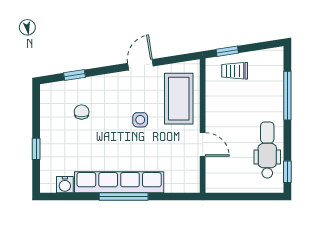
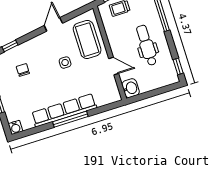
dental chair: (267, 150) -> (147, 45), moved
washbasin: (216, 181) -> (131, 88), added
water cooler: (65, 185) -> (15, 127), moved

